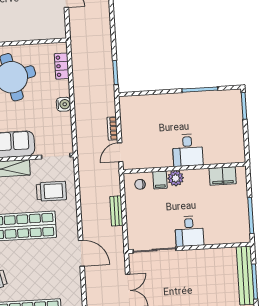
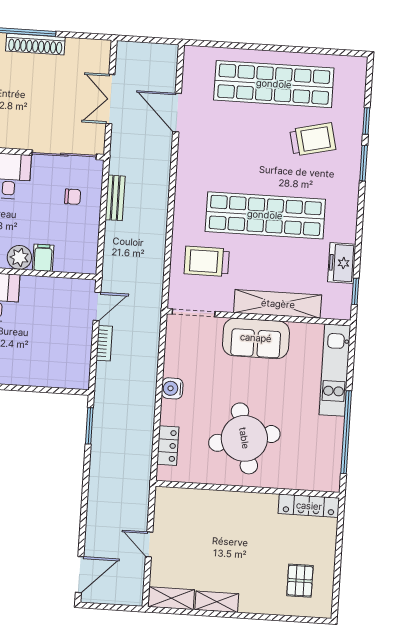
chair: (140, 184) -> (73, 197), moved
bench: (116, 211) -> (115, 198), moved
door: (81, 253) -> (177, 113), moved

